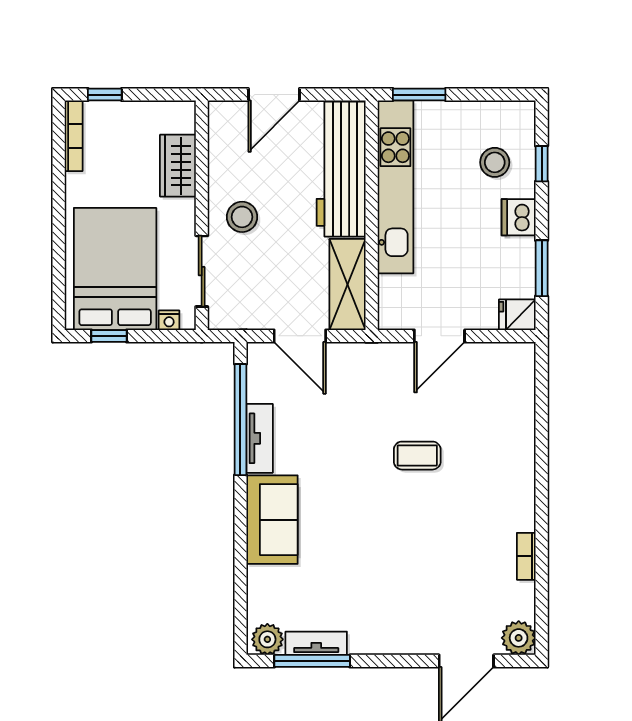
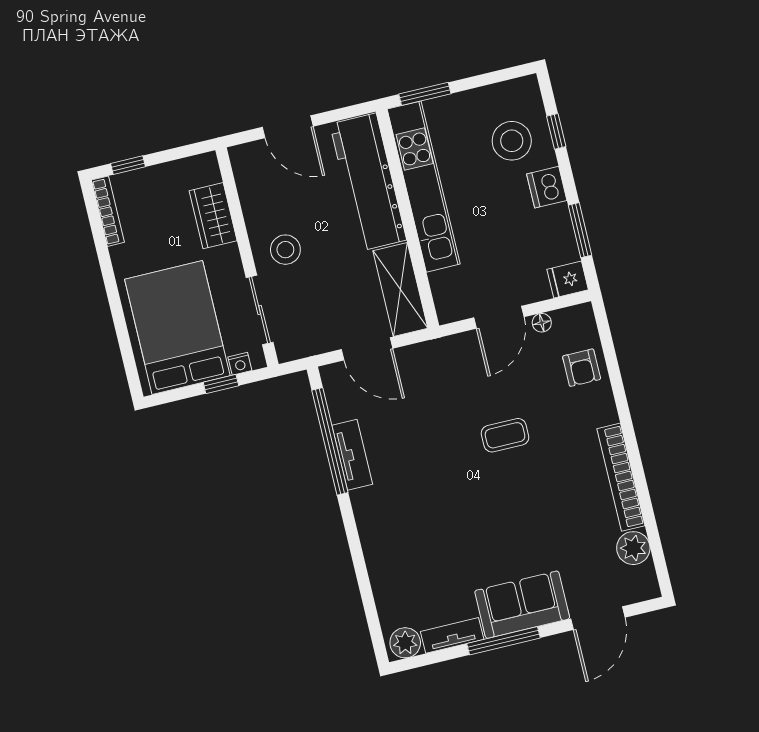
door: (274, 95) -> (288, 127), hinge flipped
stool: (495, 162) -> (512, 141), width x1.38, depth x1.38
window: (109, 336) -> (221, 384), moved
floor lamp: (481, 352) -> (542, 323), added
armchair: (510, 406) -> (582, 368), added
sofa: (272, 520) -> (522, 605), moved, turned -90
bookcase: (526, 556) -> (621, 477), width x2.31, depth x1.31
plant: (519, 638) -> (633, 548), moved
window: (312, 661) -> (504, 641), moved

